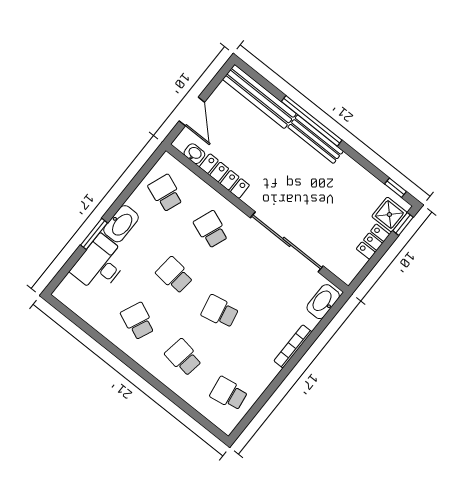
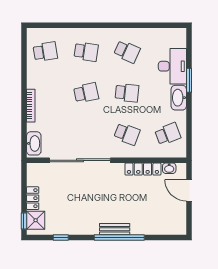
bench: (259, 97) -> (159, 228), removed
bench: (316, 139) -> (115, 229), width x0.73
window: (395, 188) -> (61, 238), moved
school desk: (166, 193) -> (168, 134), turned -42

